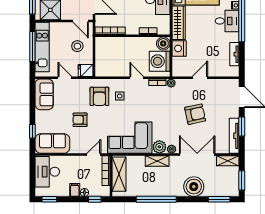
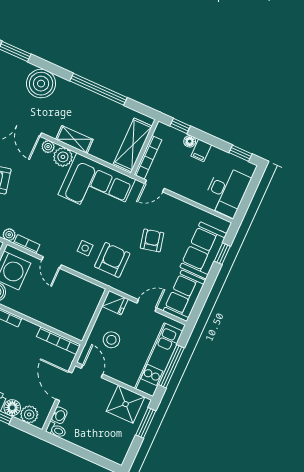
door: (65, 78) -> (147, 305), swing flipped
armchair: (80, 120) -> (152, 240), turned -103
sofa: (52, 143) -> (203, 250), moved, turned 90

